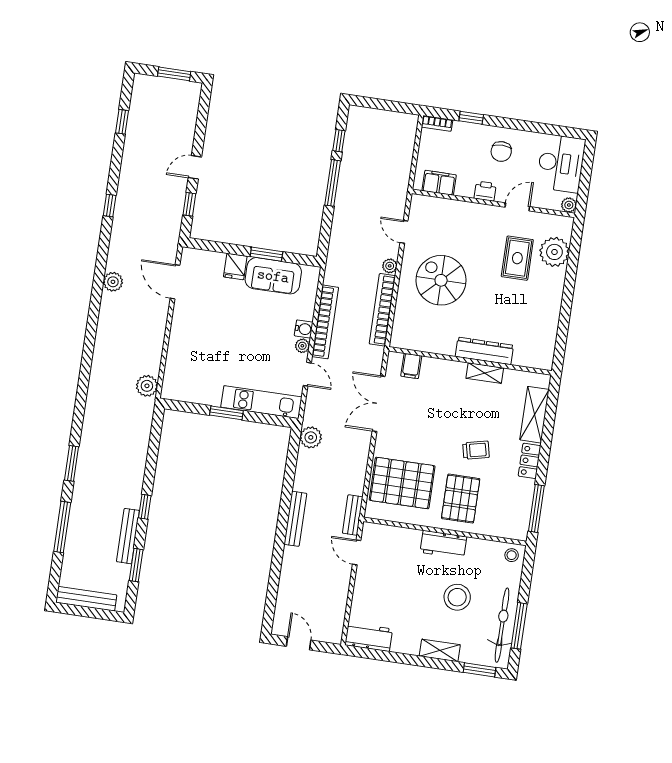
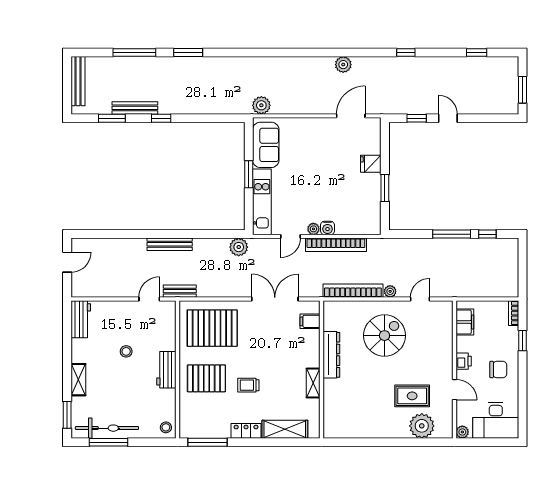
chair: (501, 151) -> (498, 370), turned 180
sofa: (273, 276) -> (266, 145), moved, turned 180
dresser: (484, 351) -> (331, 355), moved
trolley: (476, 450) -> (248, 385), turned 103
pallet: (402, 483) -> (212, 328), turned 90
stool: (457, 597) -> (126, 351), moved, width x0.53, depth x0.53

